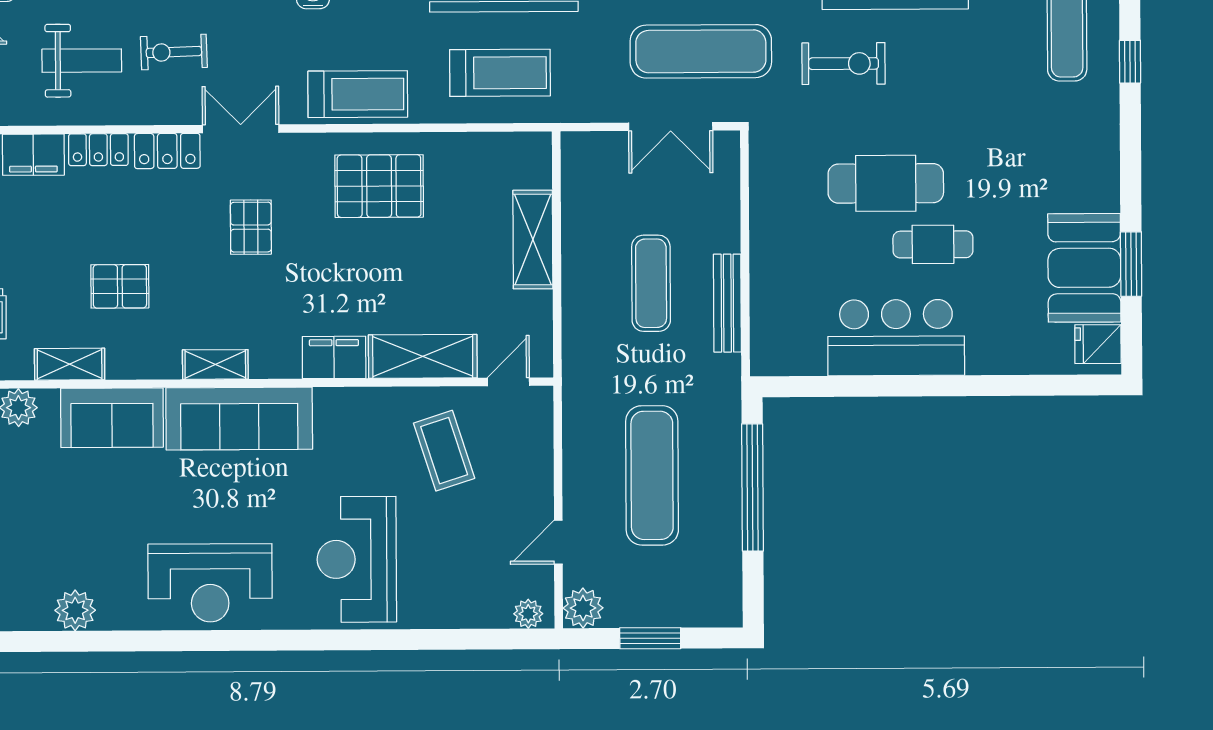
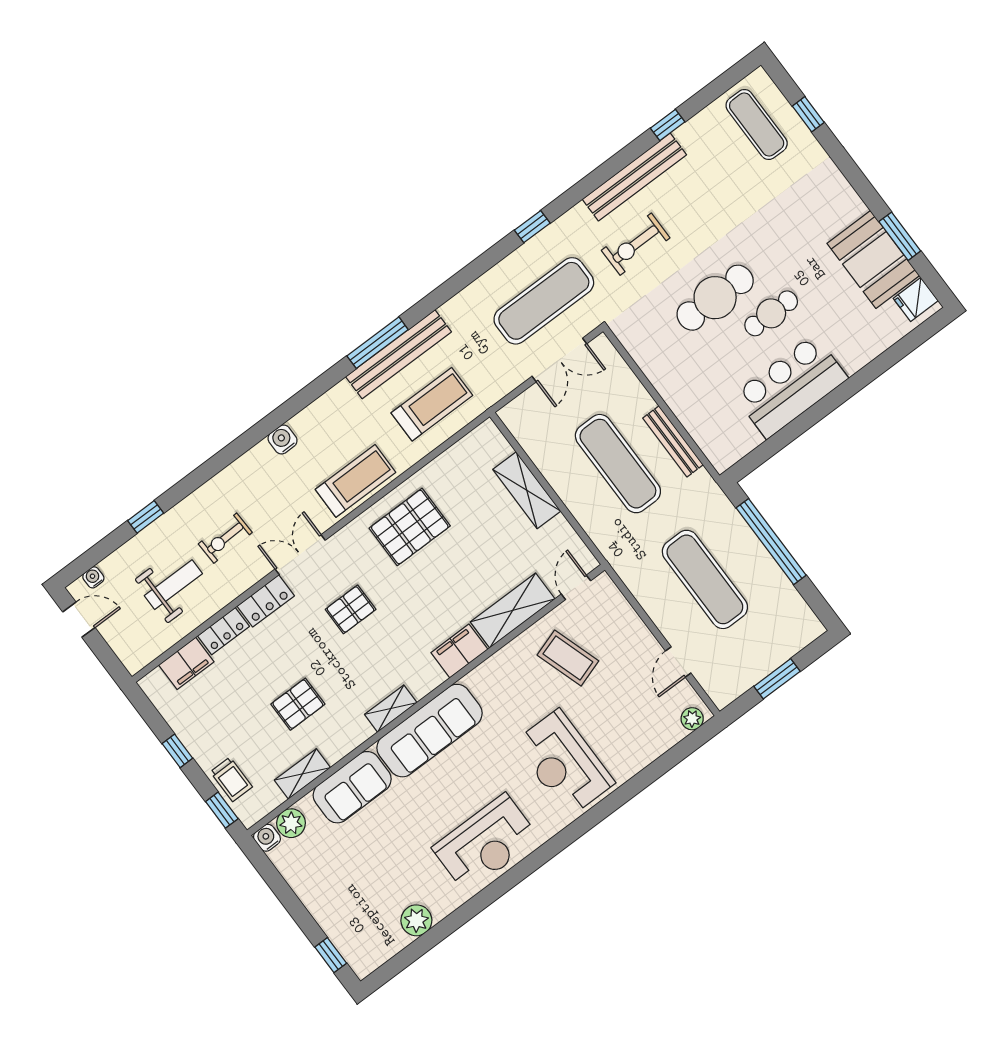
exercise bike: (844, 64) -> (636, 244), turned 180
pallet: (251, 227) -> (351, 609), turned 90
exercise mat: (651, 283) -> (618, 464), width x1.36, depth x1.45
plant: (583, 608) -> (723, 691), removed

